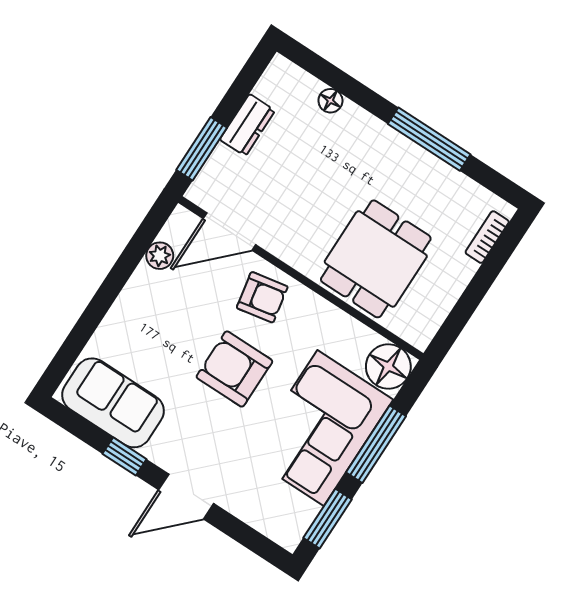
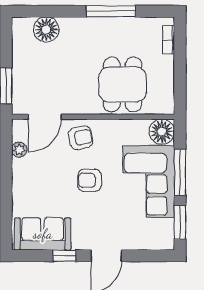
floor lamp: (330, 101) -> (46, 29), width x1.89, depth x1.89
dresser: (247, 125) -> (20, 61), removed
armchair: (234, 369) -> (90, 180), width x0.72, depth x0.72

